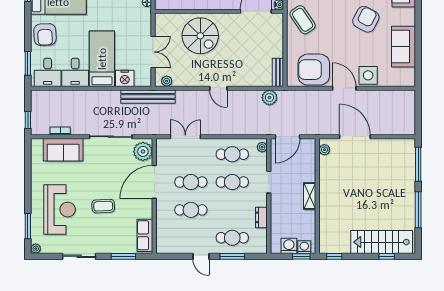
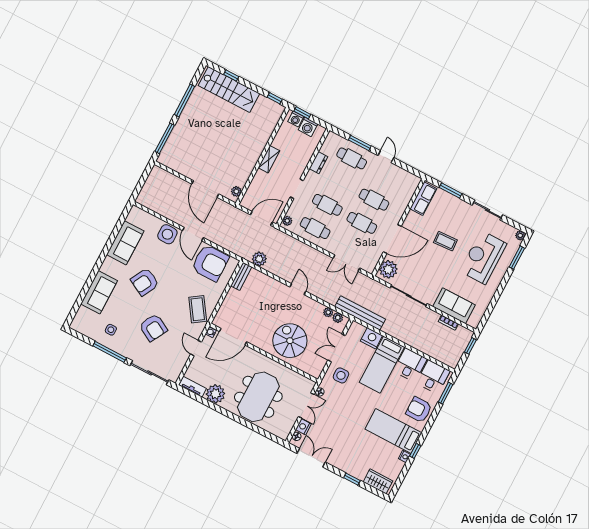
side table: (135, 28) -> (341, 375), added
armchair: (45, 35) -> (419, 410), turned -87
plant: (178, 81) -> (328, 312), added

